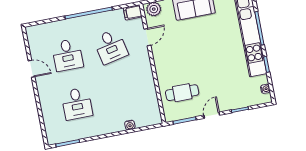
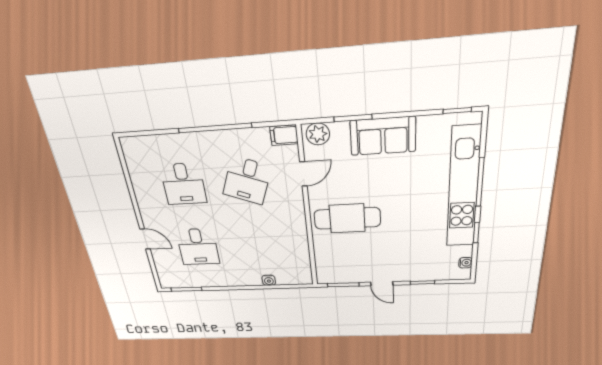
desk: (111, 47) -> (247, 180), turned 33
door: (31, 69) -> (145, 239), moved
cafe table: (182, 93) -> (347, 218), moved, width x1.37, depth x1.35
door: (212, 115) -> (382, 284), swing flipped

